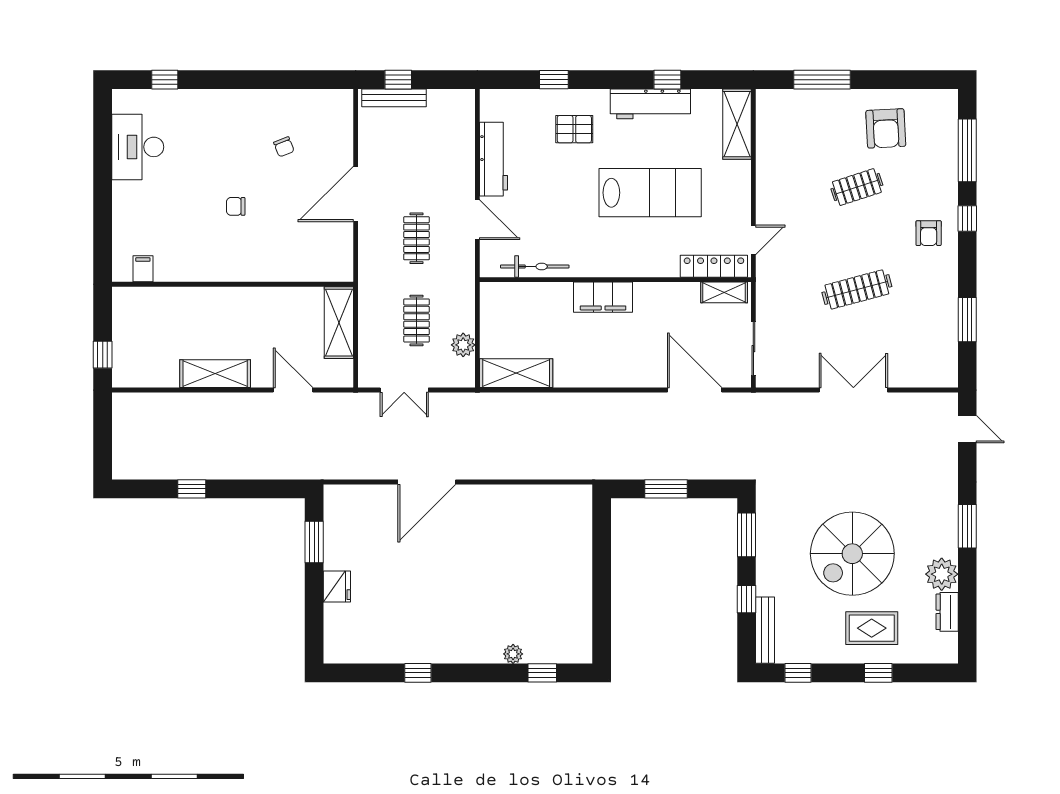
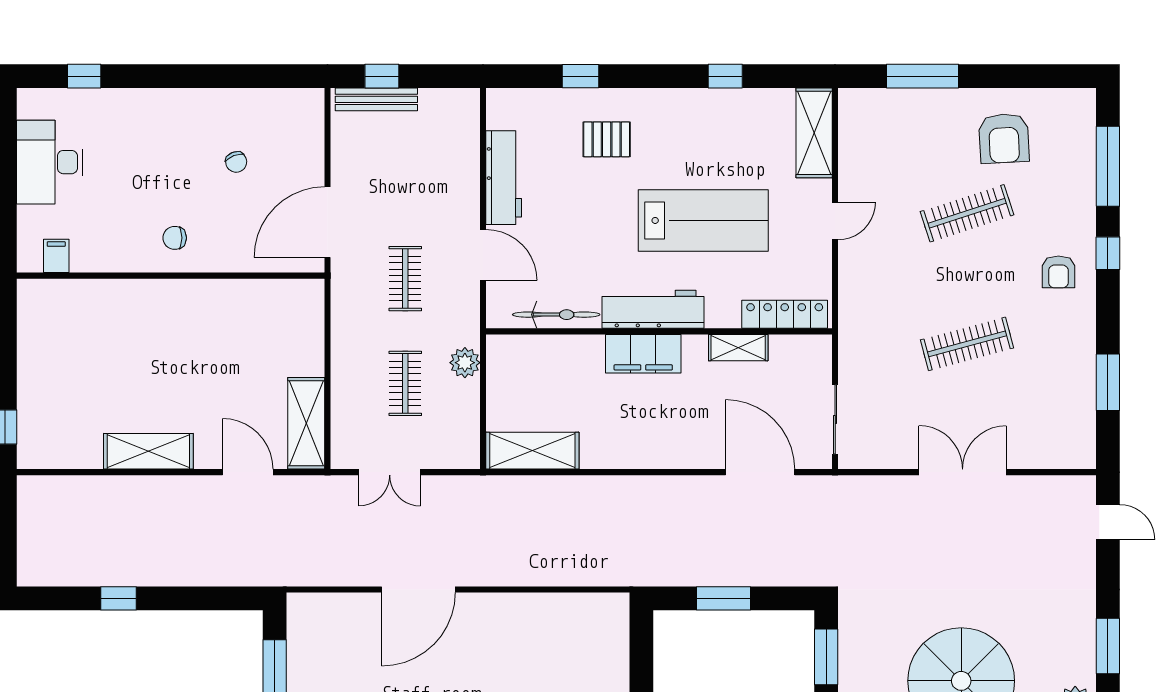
workbench: (650, 104) -> (653, 309), moved, turned 180
clothes rail: (857, 187) -> (967, 213), width x1.36
door: (753, 240) -> (835, 221), moved
filing cabinet: (143, 269) -> (56, 256), moved
wall: (233, 284) -> (171, 276), moved
shelving: (724, 292) -> (738, 348), moved
shelving: (339, 323) -> (306, 423), moved
plant: (463, 345) -> (465, 363), moved

